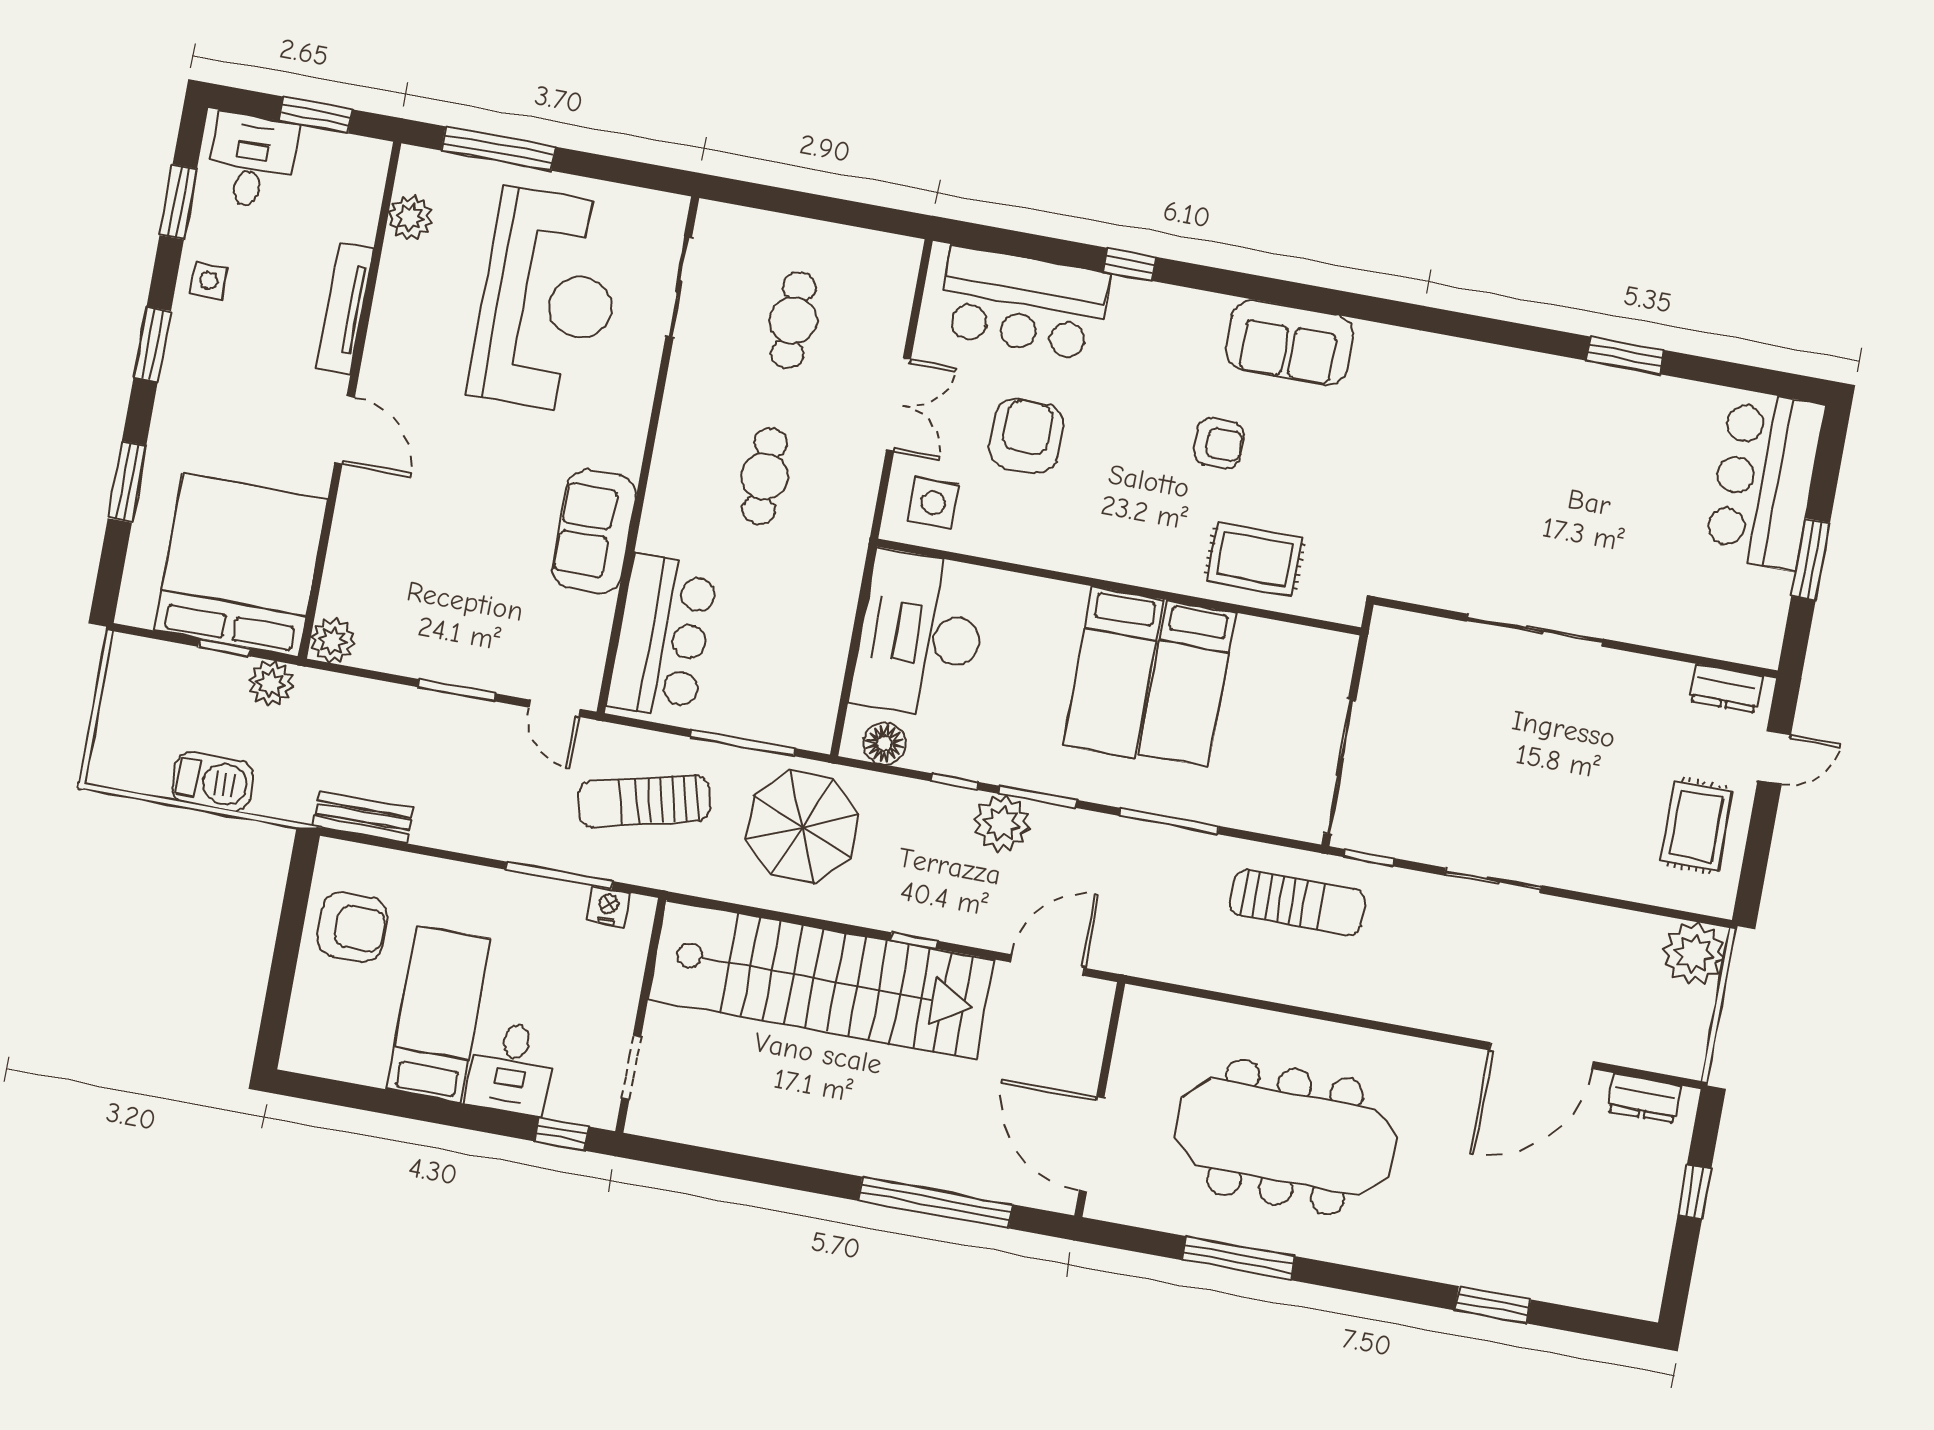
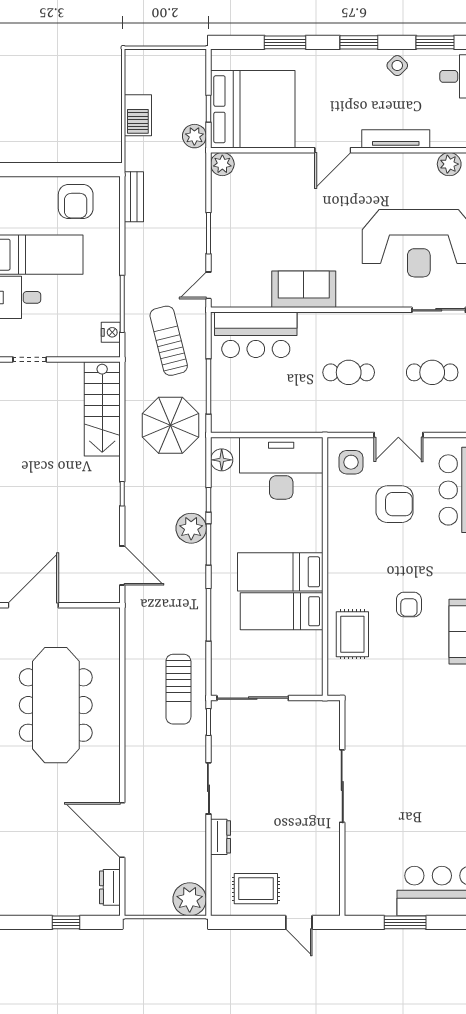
side table: (209, 280) -> (397, 66), turned 45
dresser: (1726, 688) -> (221, 837), moved, turned 180
stairs: (821, 980) -> (102, 409), width x0.54, depth x0.66

